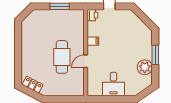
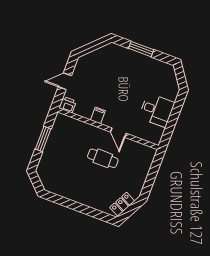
cafe table: (62, 57) -> (103, 158), width x0.73, depth x0.74
plant: (145, 67) -> (151, 67), removed

